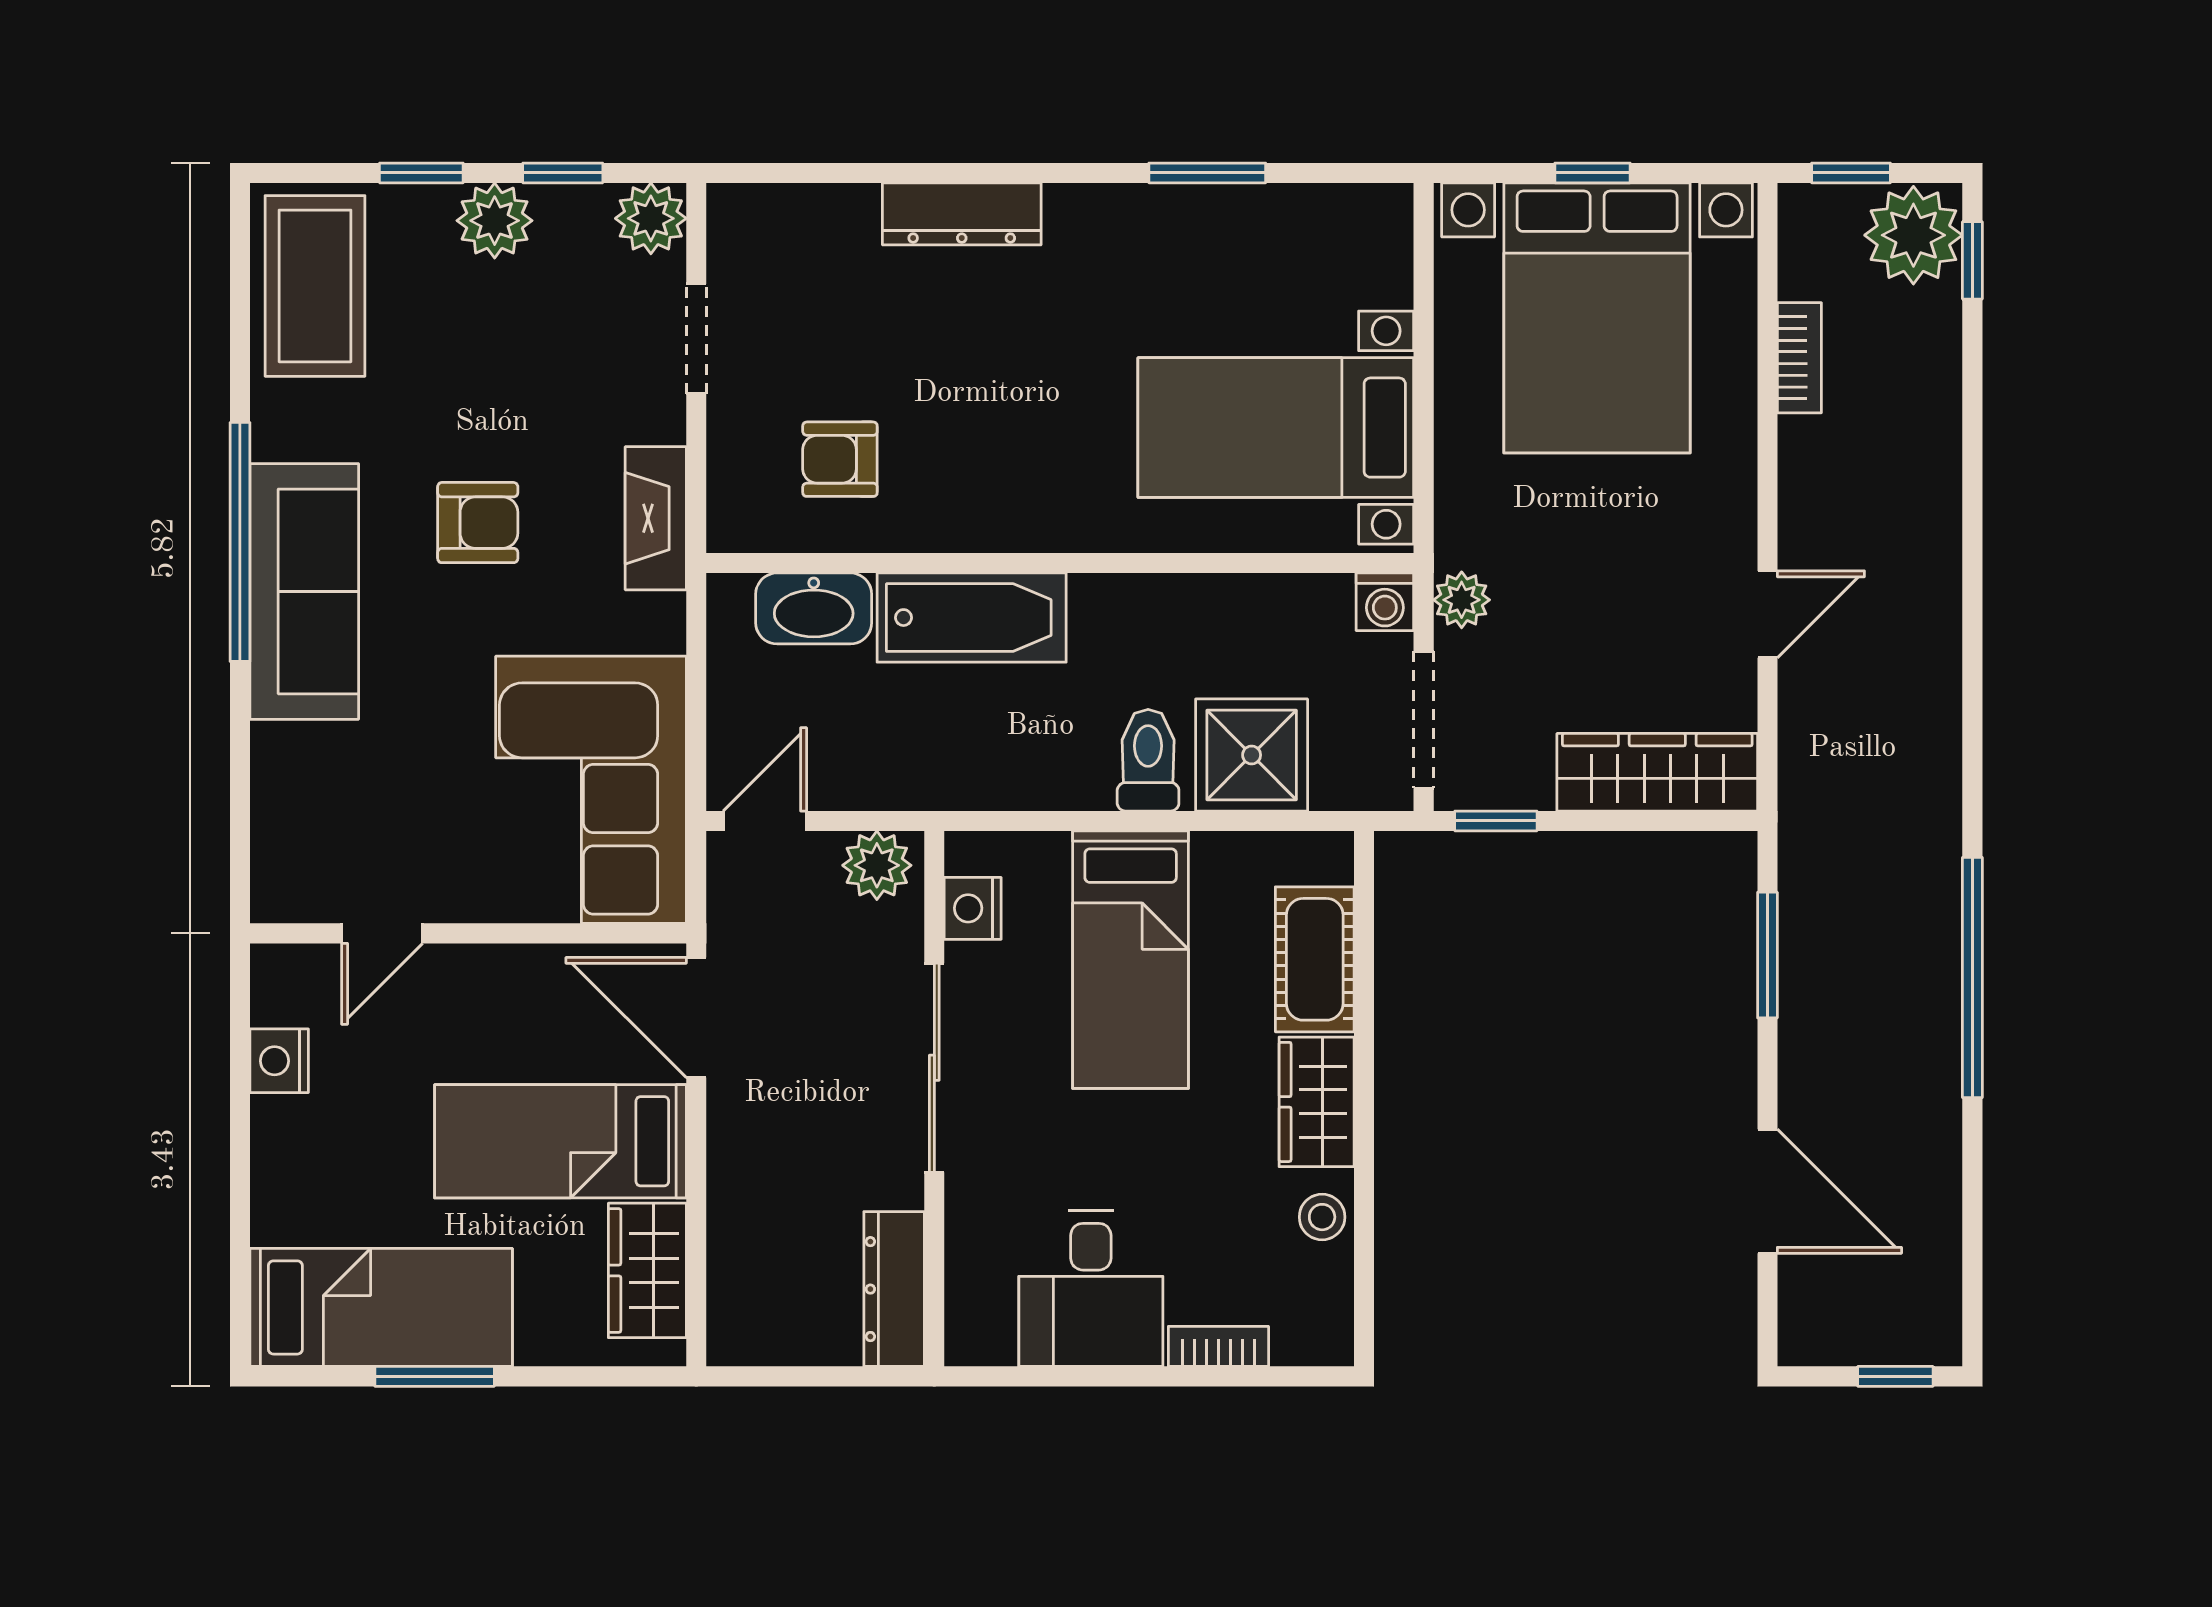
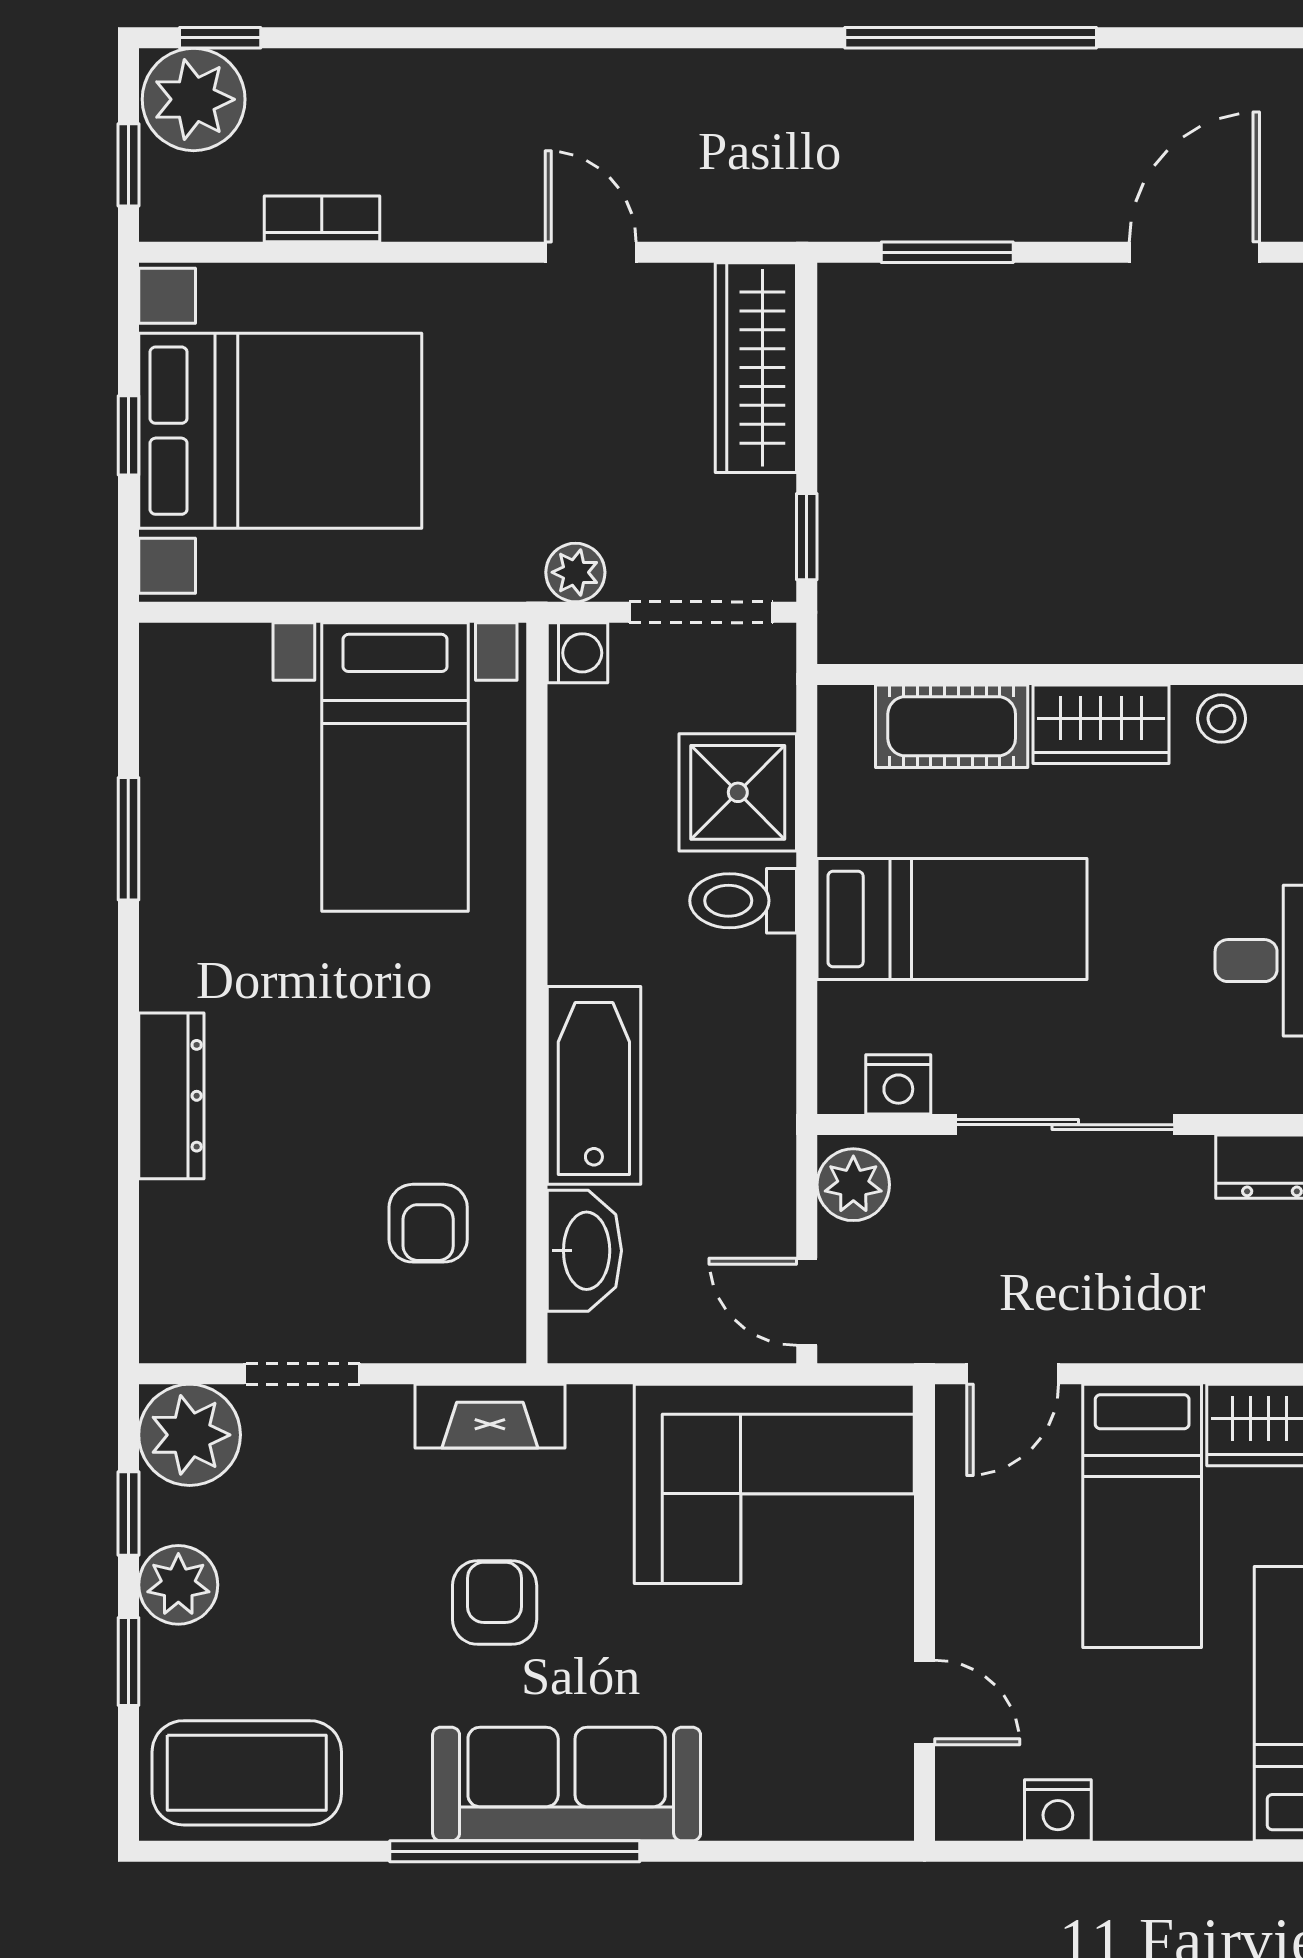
plant: (651, 218) -> (190, 1435), width x1.36, depth x1.36
door: (696, 1018) -> (1013, 1374), width x0.73

